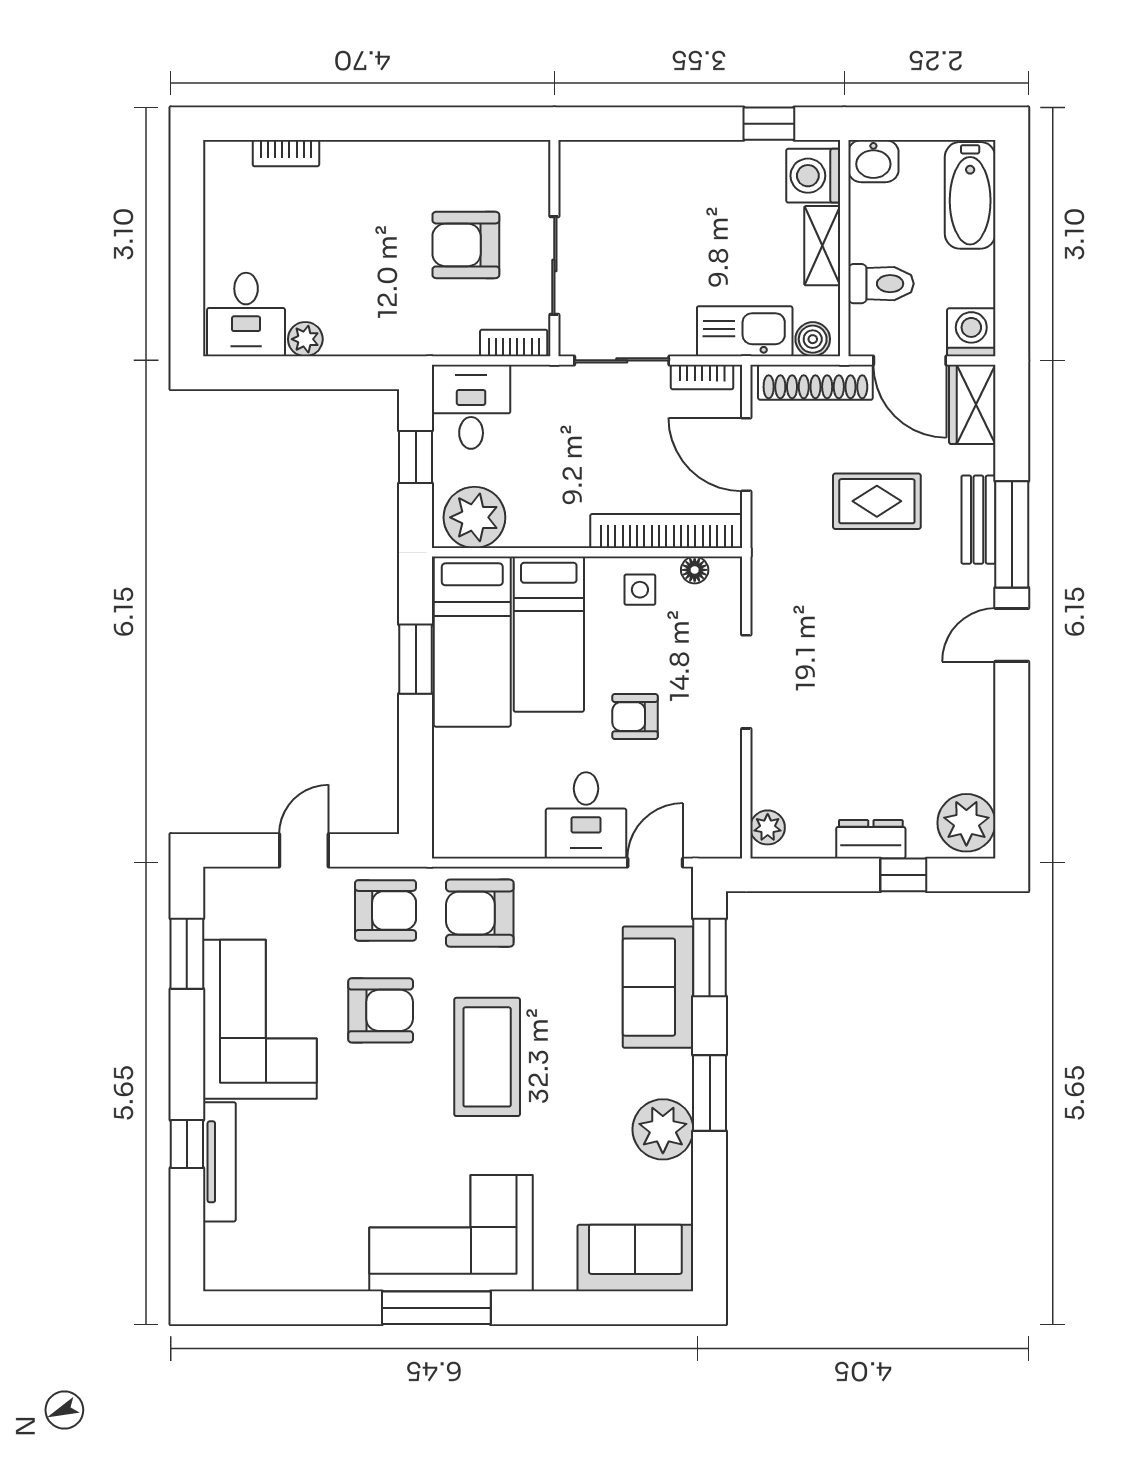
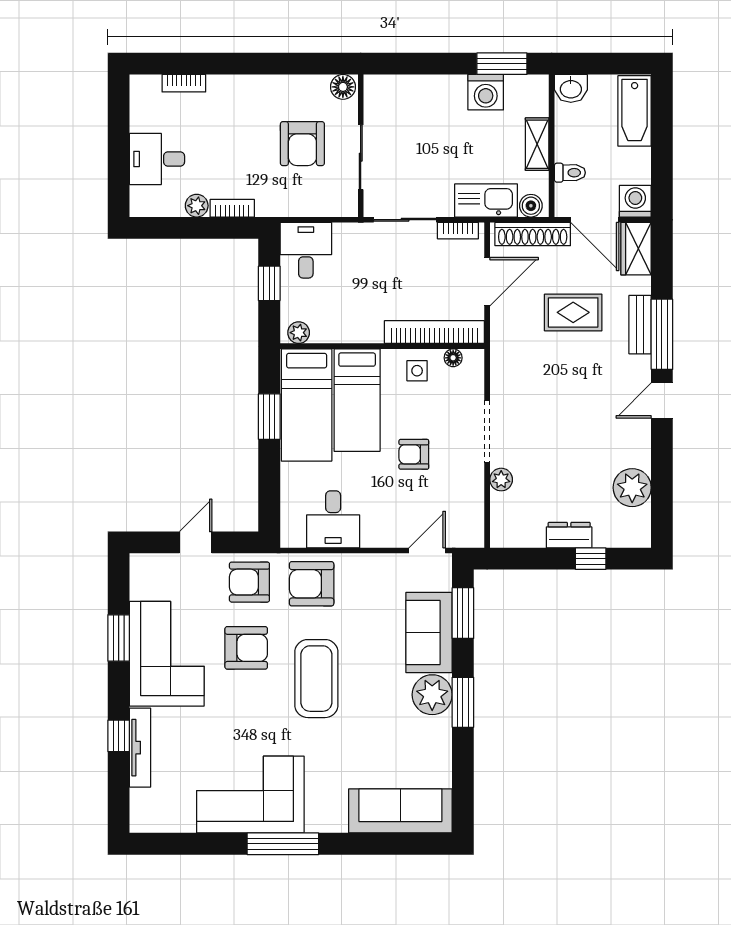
window: (769, 124) -> (502, 64), width x1.50
floor lamp: (527, 159) -> (343, 87), added
washing machine: (813, 176) -> (486, 92), moved, turned -90
armchair: (466, 245) -> (302, 144), turned -90
toilet: (881, 284) -> (570, 173), width x0.73, depth x0.72
desk: (246, 314) -> (157, 159), moved, turned 90
bookcase: (514, 343) -> (232, 208), moved
door: (746, 455) -> (487, 282), swing flipped
plant: (474, 517) -> (299, 333), width x0.53, depth x0.53
desk: (586, 815) -> (333, 519), moved
plant: (966, 823) -> (632, 488), moved
plant: (768, 827) -> (501, 480), moved
armchair: (386, 910) -> (249, 582), turned 180
window: (187, 954) -> (119, 638), moved
plant: (663, 1129) -> (432, 695), moved
corner sofa: (451, 1233) -> (250, 795), moved
sofa: (635, 1258) -> (400, 811), width x1.36

